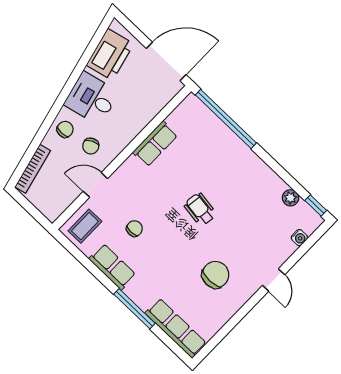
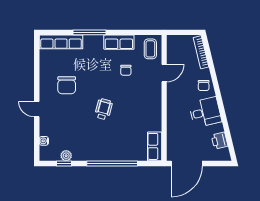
printer: (110, 54) -> (220, 141), width x0.53, depth x0.68
window: (226, 119) -> (112, 164), moved
row of seats: (155, 144) -> (155, 146), moved
chair: (91, 146) -> (184, 89), removed
window: (316, 205) -> (64, 164), moved
wheelchair: (200, 209) -> (104, 109), turned -83

